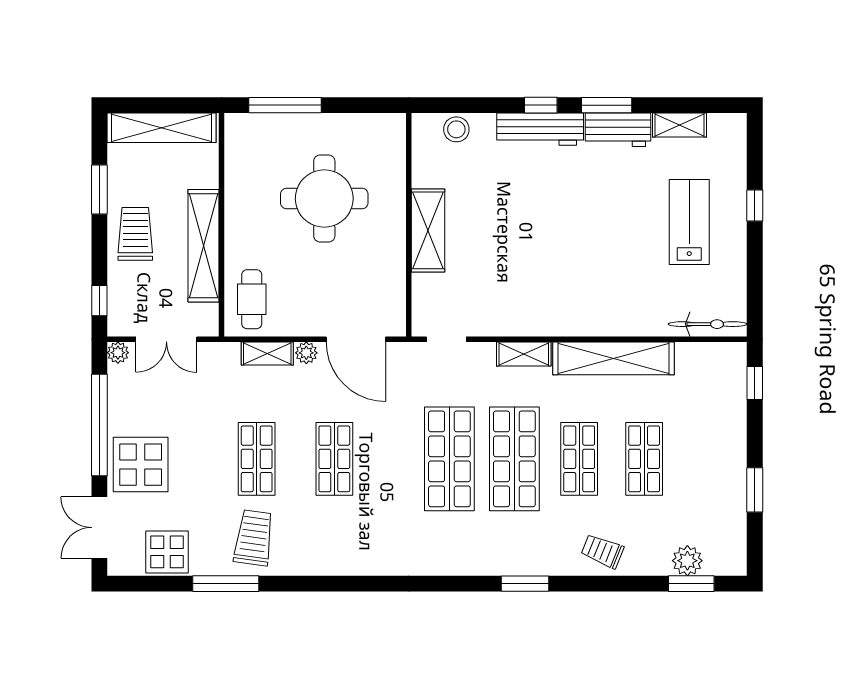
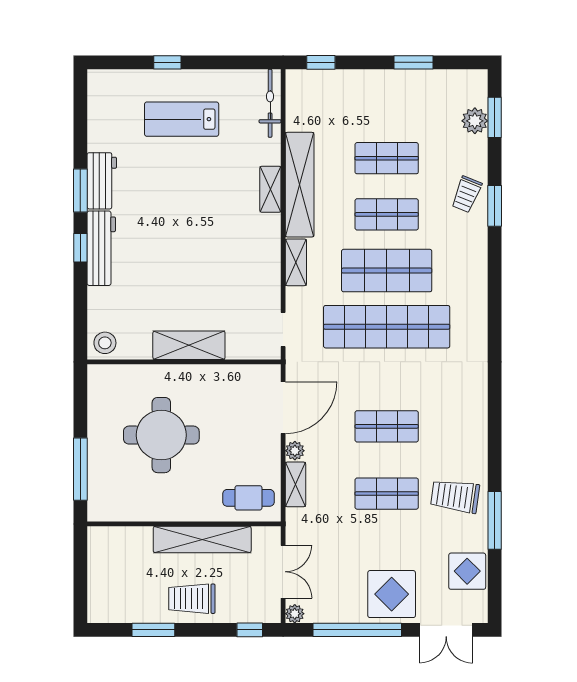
shelving: (679, 125) -> (270, 189), moved
shelving: (162, 128) -> (100, 576), removed
stool: (456, 129) -> (105, 343), moved
shop shelf: (449, 459) -> (387, 327), width x1.40
window: (525, 584) -> (495, 206), moved

